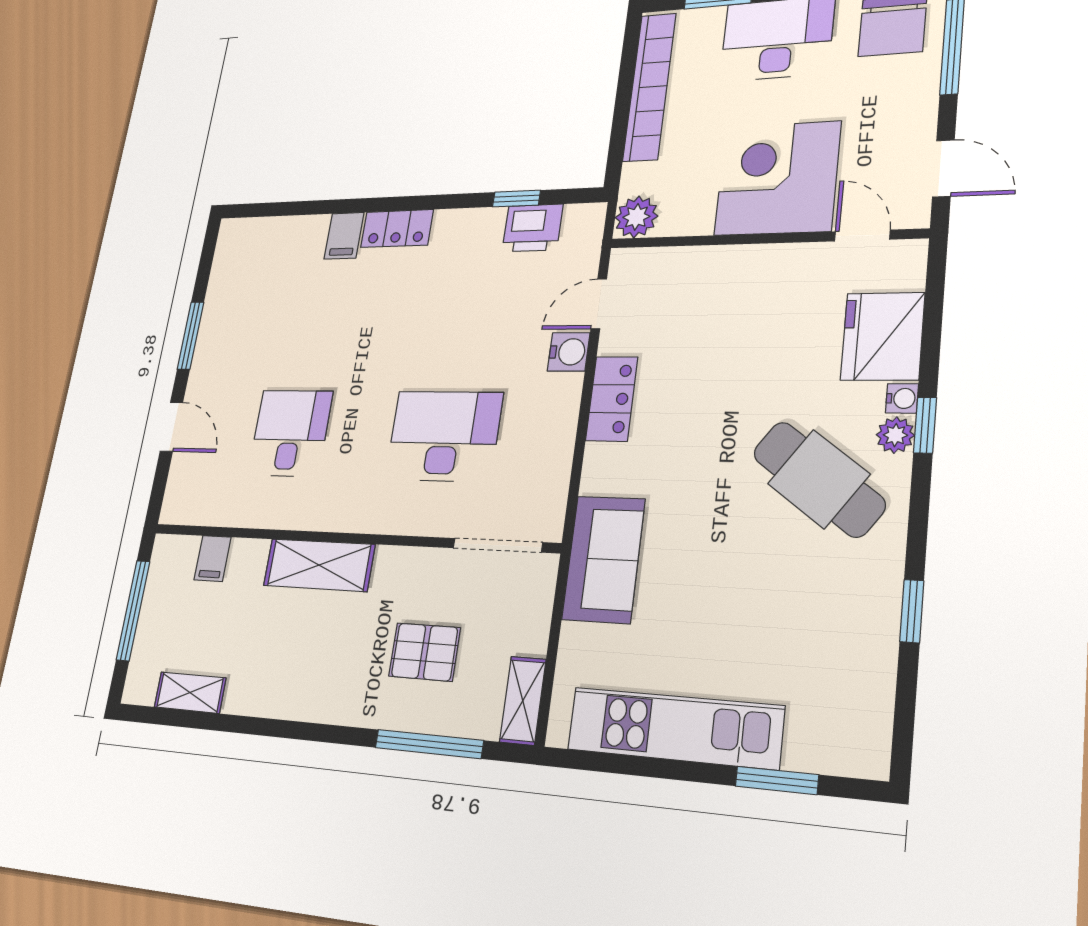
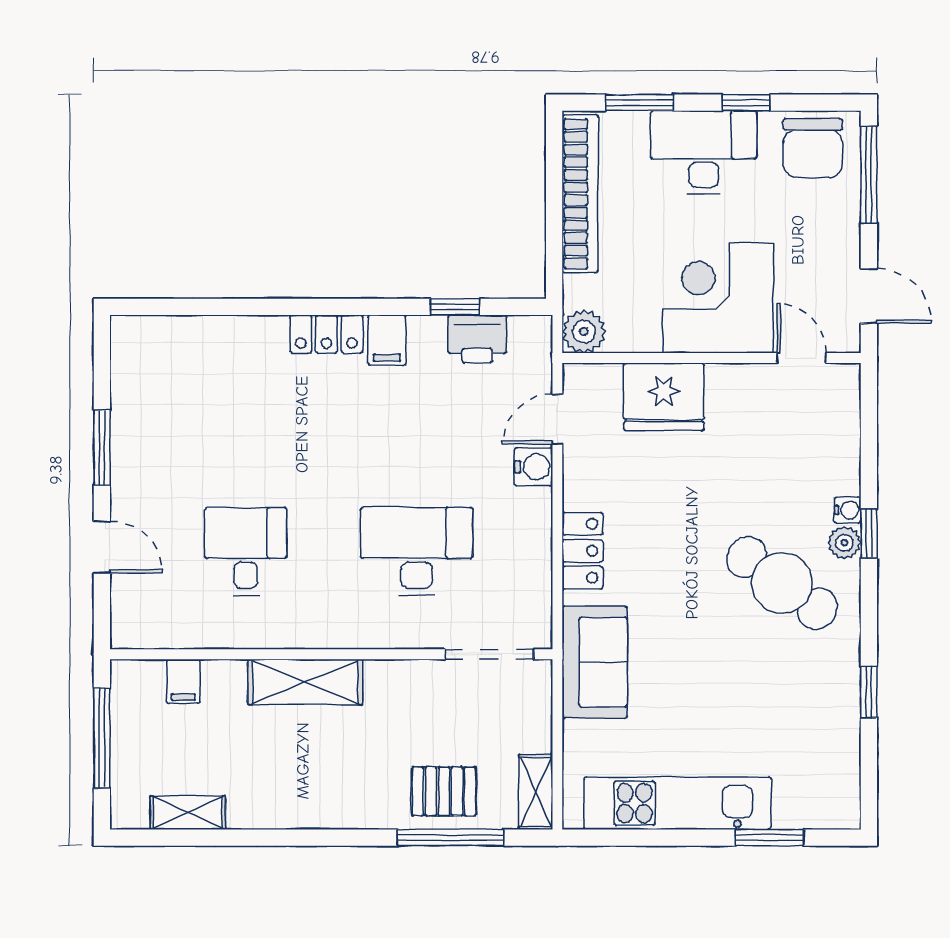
filing cabinet: (344, 236) -> (387, 340), moved
fridge: (883, 336) -> (664, 397), moved, turned -90
locker: (612, 399) -> (583, 551), moved
pallet: (425, 652) -> (444, 791), moved

